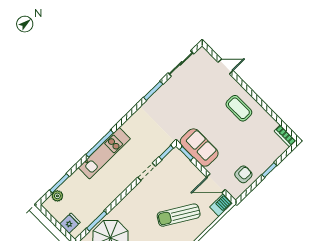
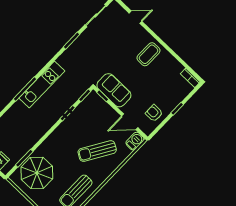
coffee table: (239, 108) -> (148, 54), turned 90
kitchen unit: (104, 153) -> (42, 85), moved
armchair: (243, 174) -> (154, 113), turned -90

